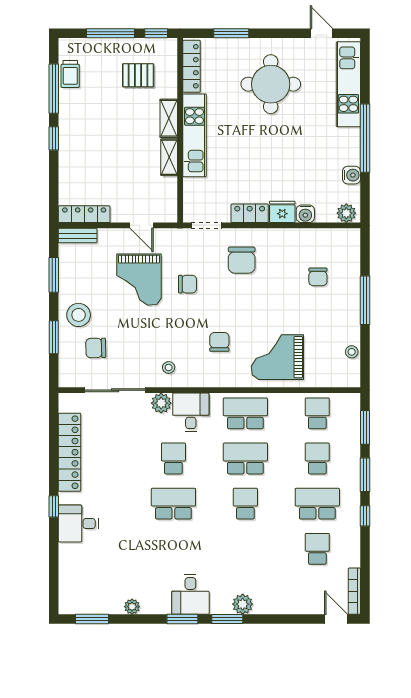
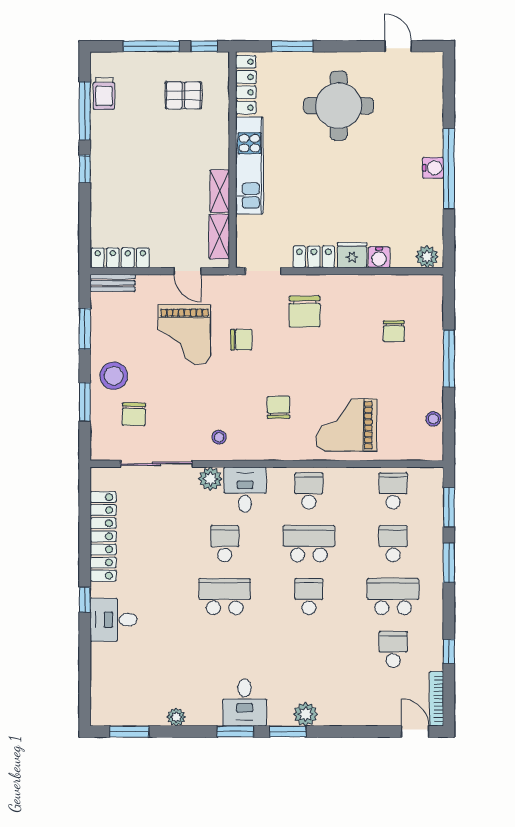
kitchen unit: (348, 84) -> (429, 106), removed
shelving: (169, 118) -> (219, 237), moved
water cooler: (351, 175) -> (433, 168), moved
chair: (96, 348) -> (134, 414), turned -87
school desk: (245, 413) -> (309, 491), width x0.54
window: (365, 516) -> (449, 651), moved

